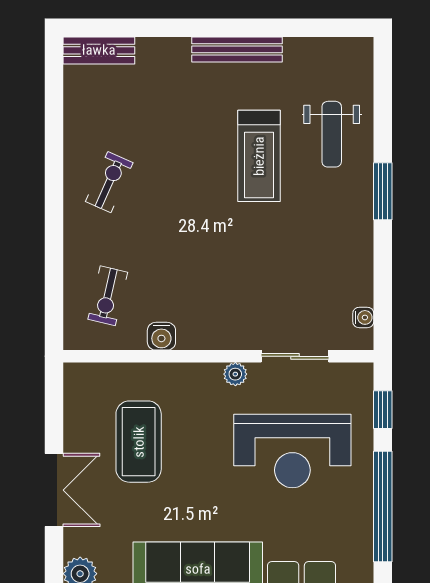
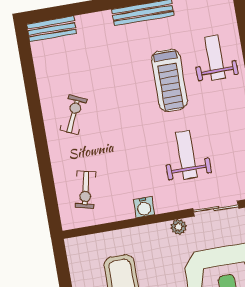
weight bench: (332, 134) -> (215, 58), turned 180
weight bench: (265, 270) -> (186, 155), added
water cooler: (161, 336) -> (144, 207), moved

